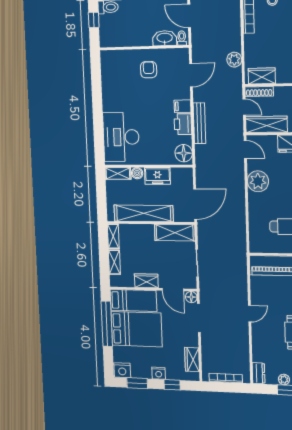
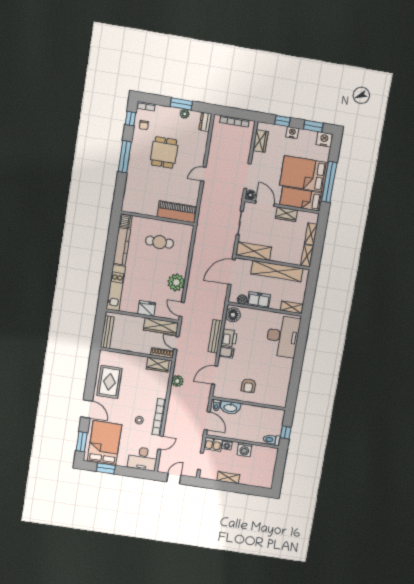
boiler: (137, 173) -> (242, 300), moved

